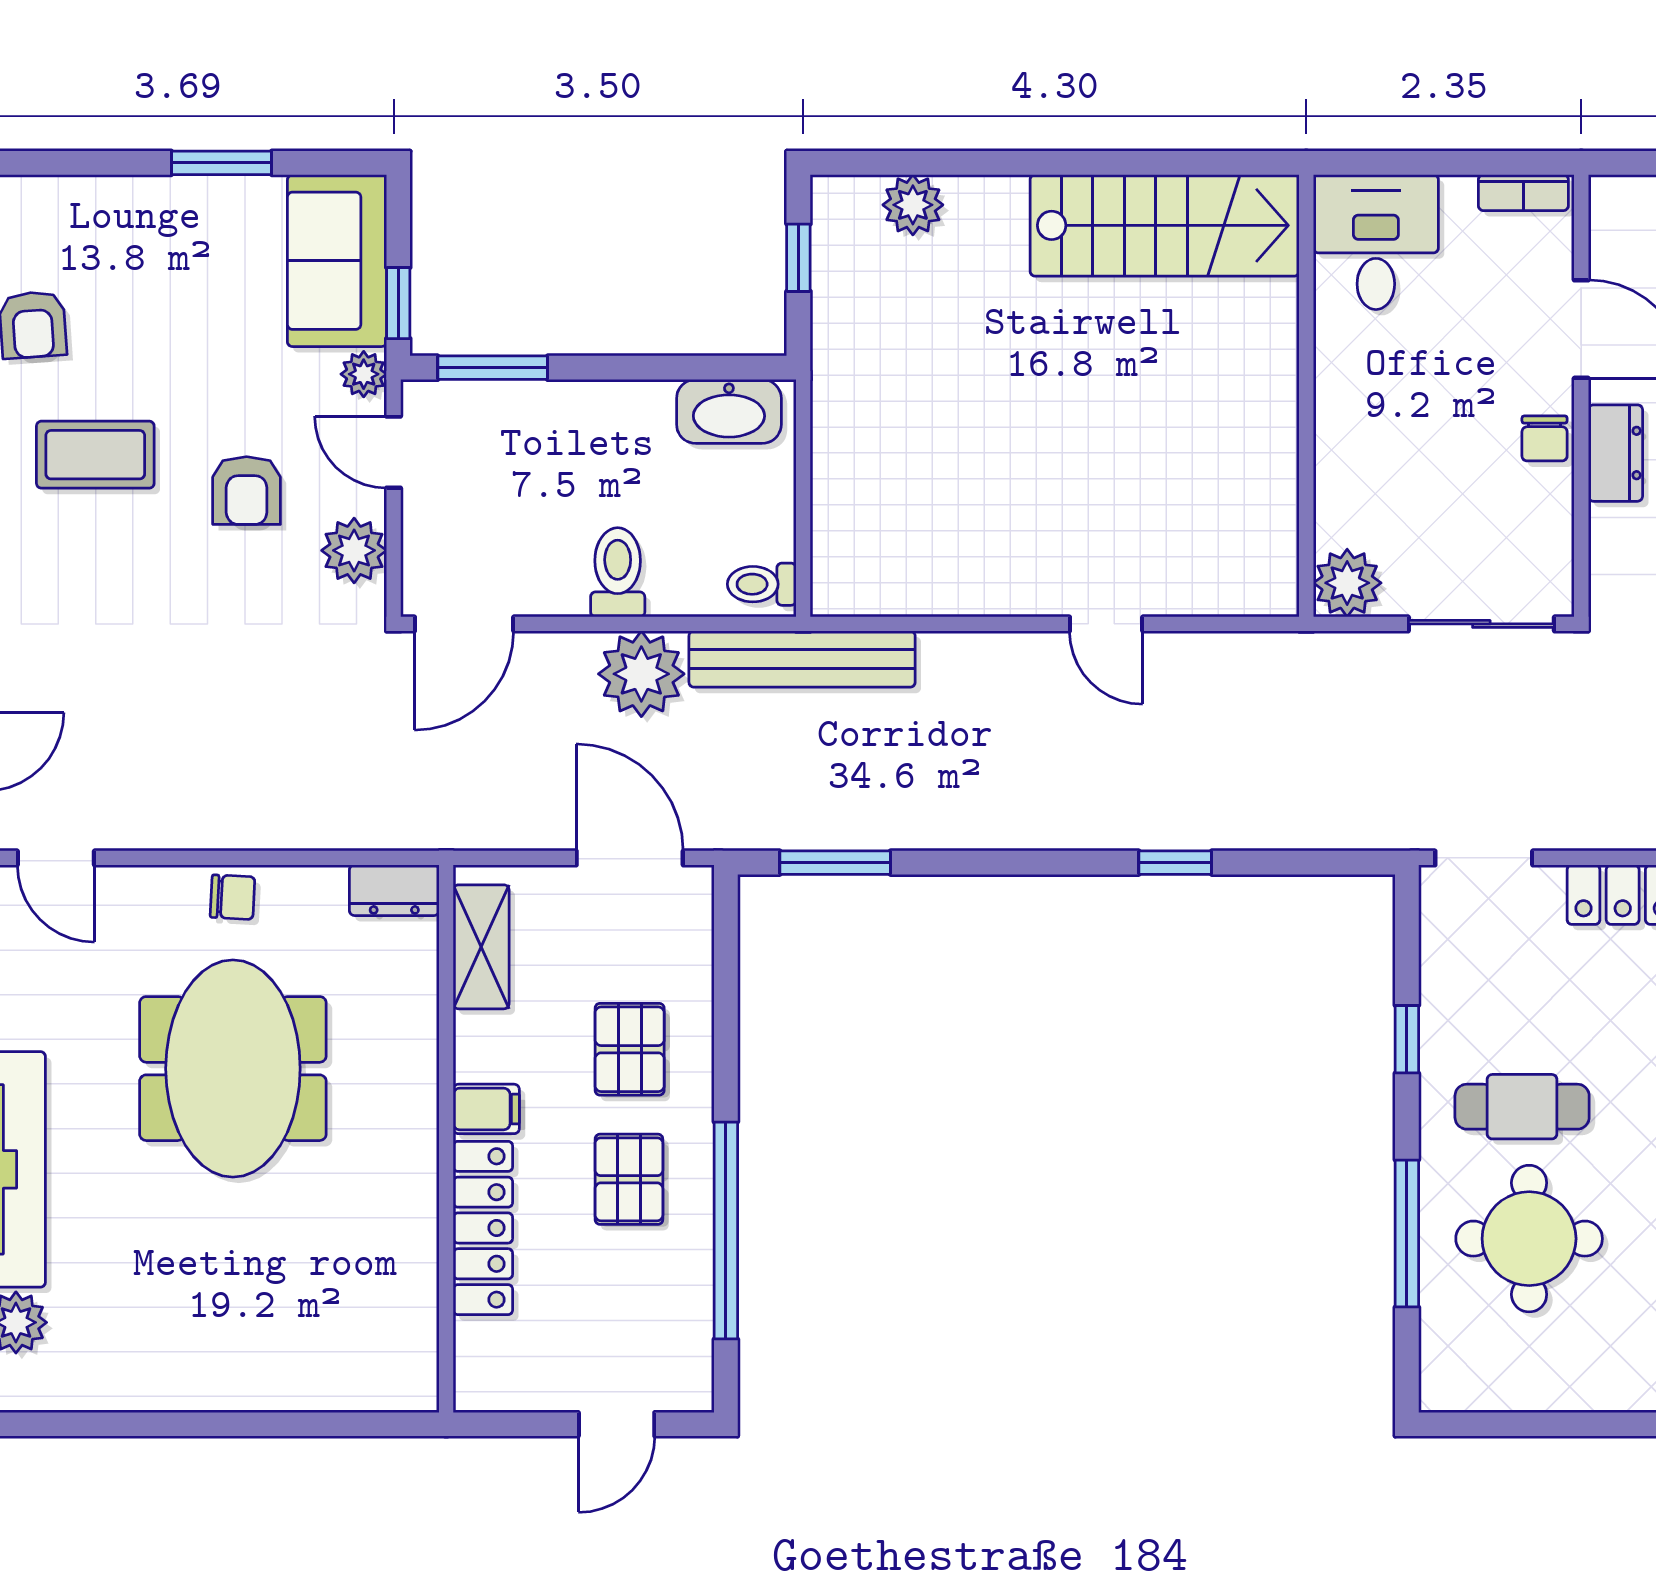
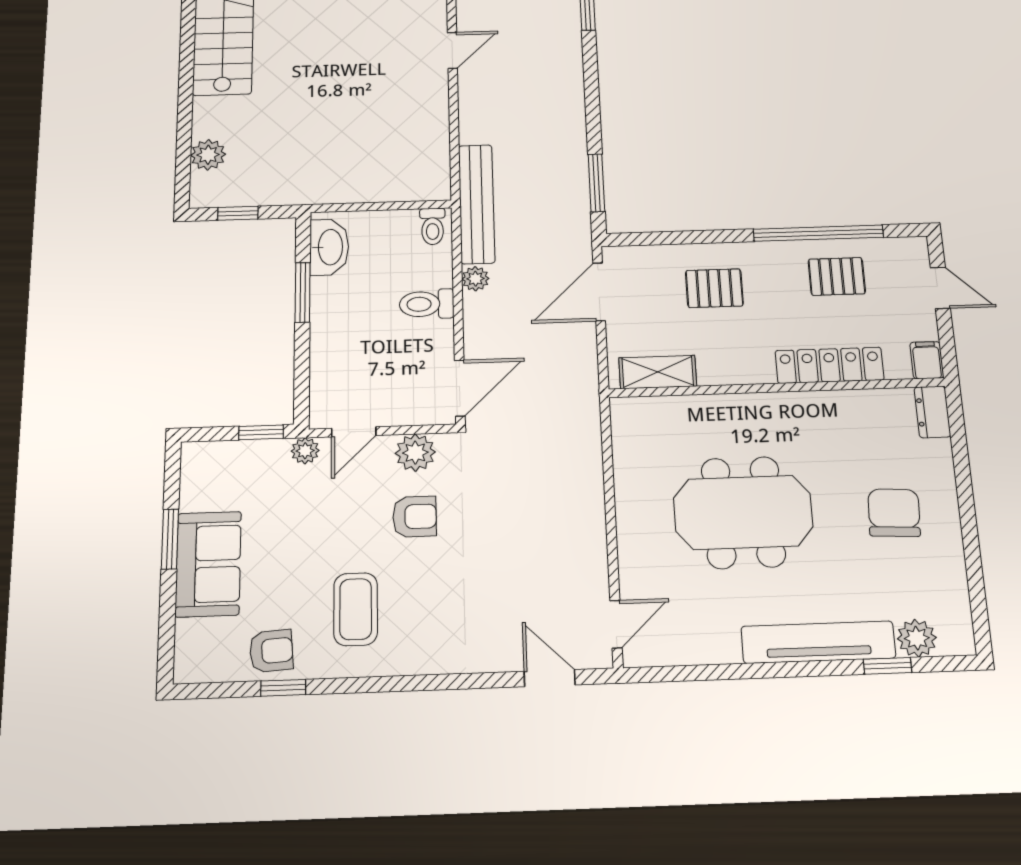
sofa: (337, 261) -> (208, 564), moved, turned -90
window: (493, 368) -> (303, 292), moved
armchair: (247, 491) -> (415, 517), moved
door: (464, 624) -> (460, 388), hinge flipped
plant: (641, 674) -> (475, 279), width x0.53, depth x0.53
dresser: (394, 890) -> (932, 412), moved, turned 180
chair: (233, 897) -> (894, 513), moved, width x1.87, depth x1.87
filing cabinet: (486, 1109) -> (927, 360), moved
pallet: (629, 1179) -> (837, 276), moved

